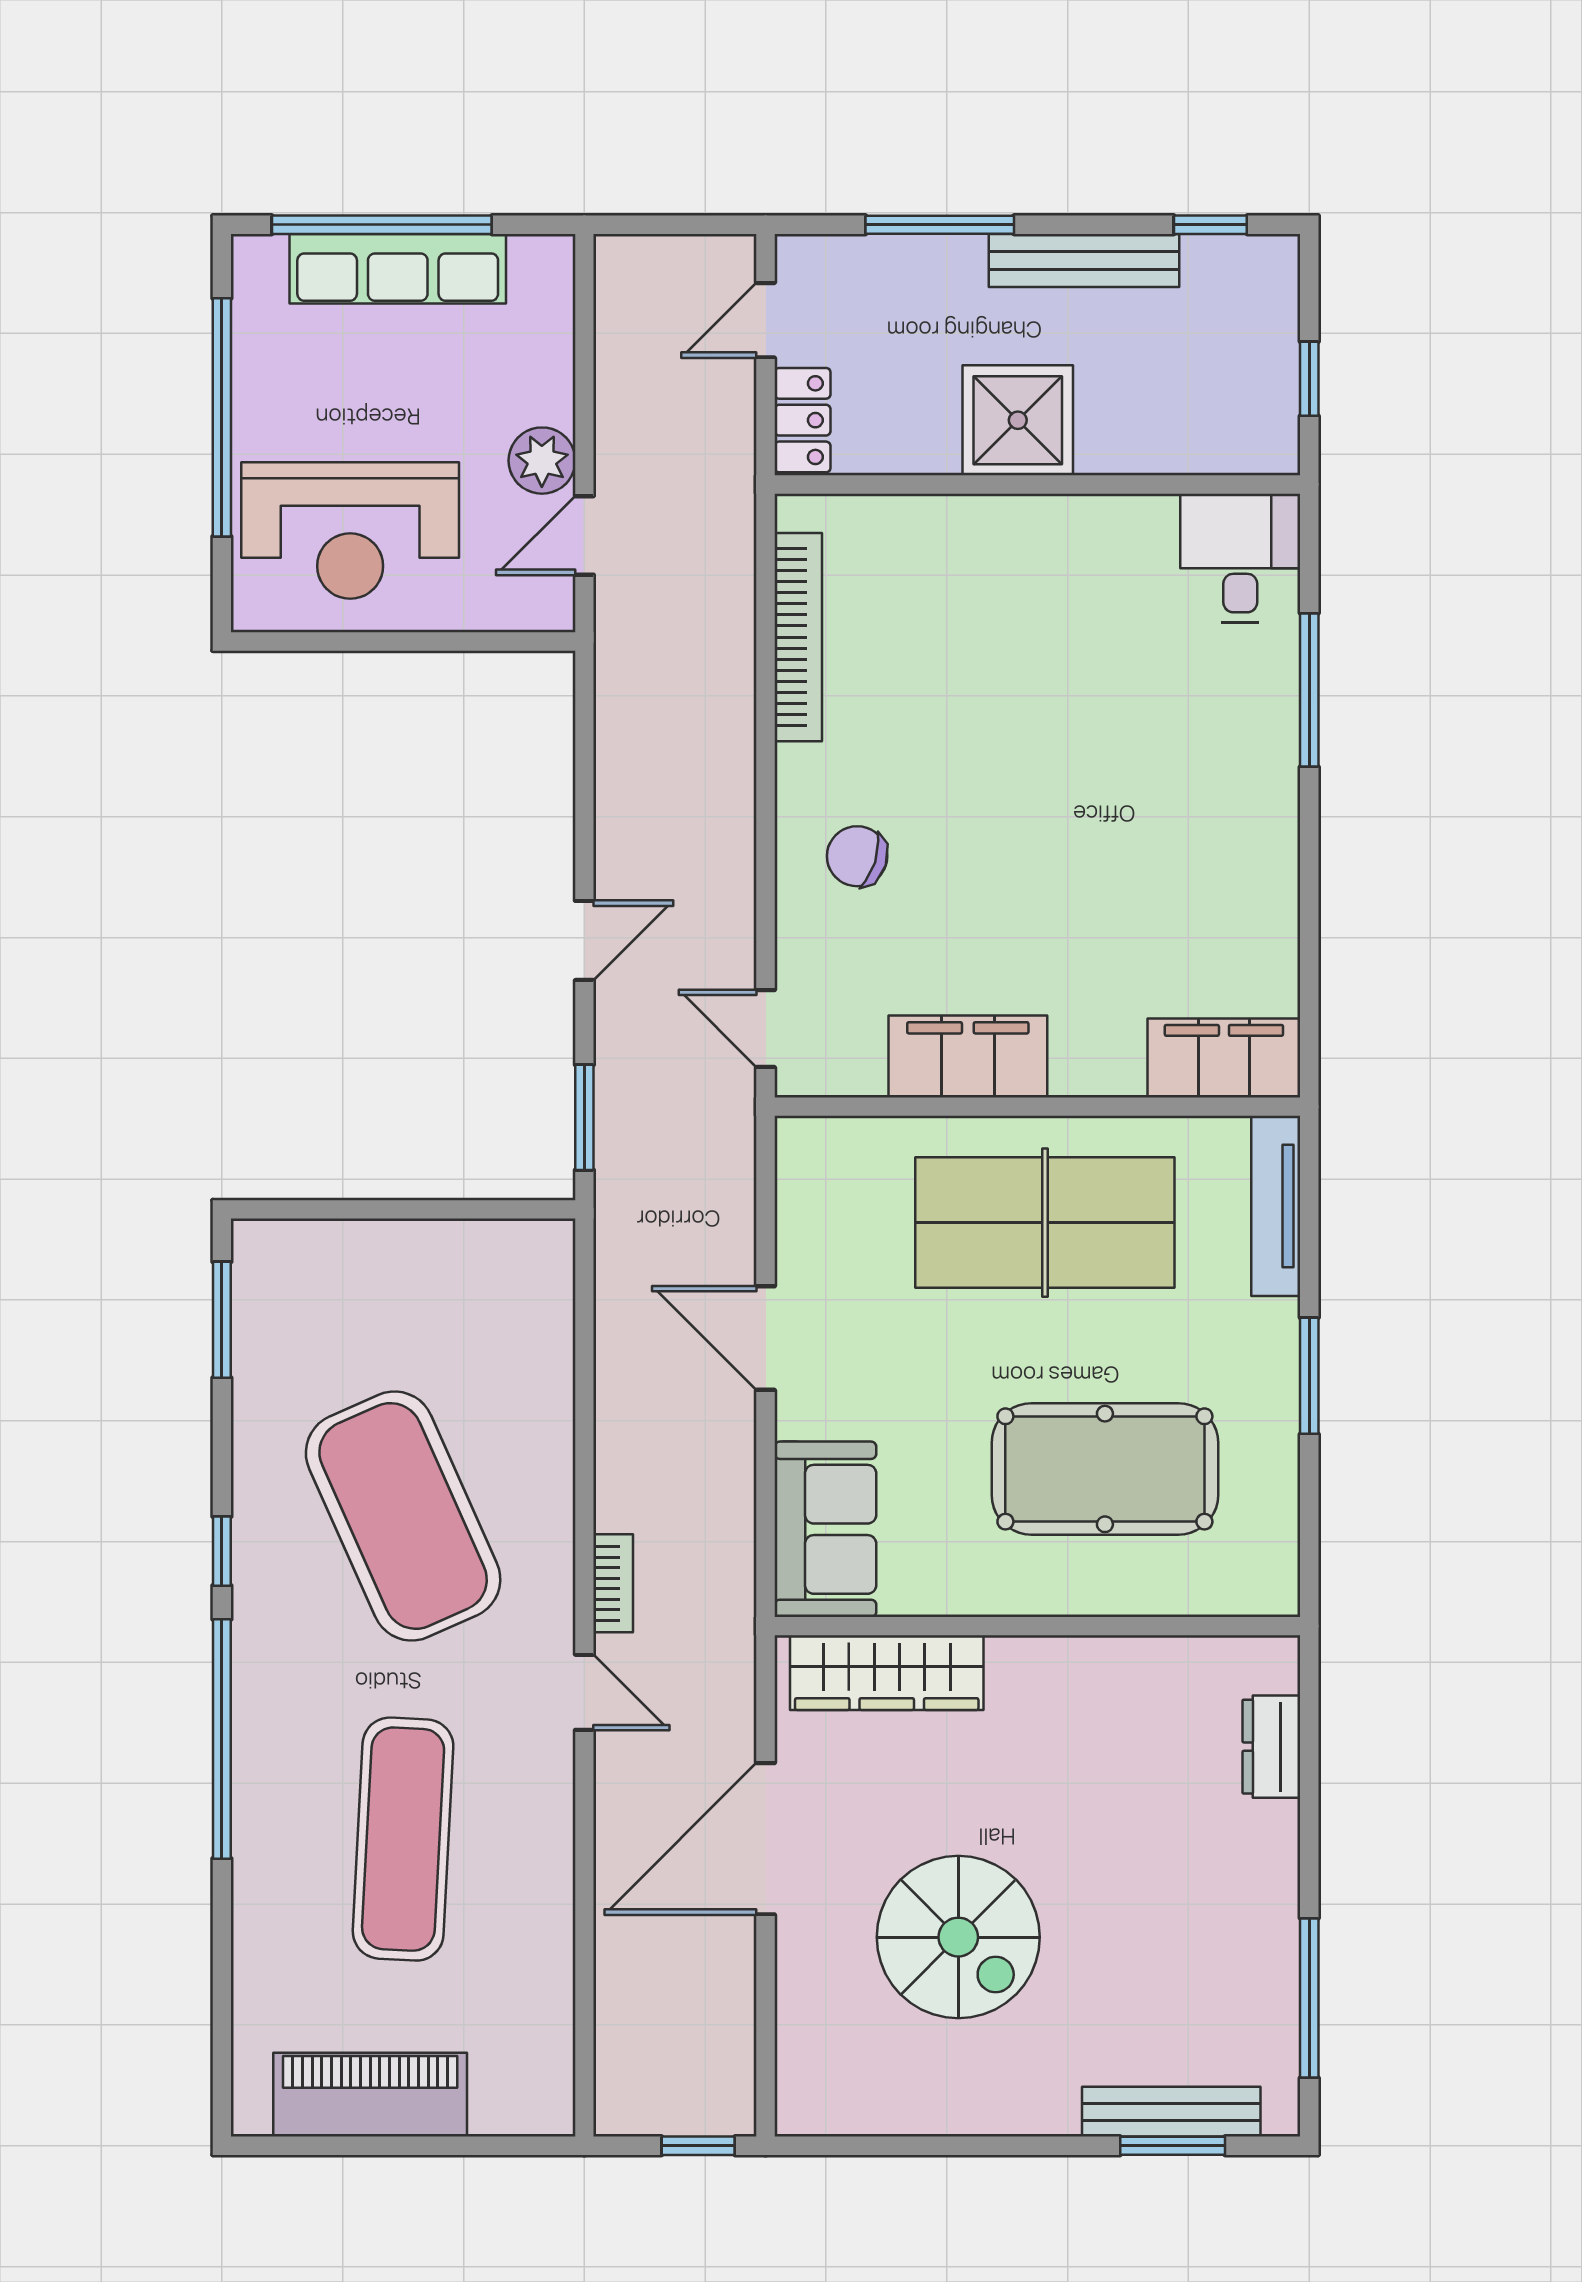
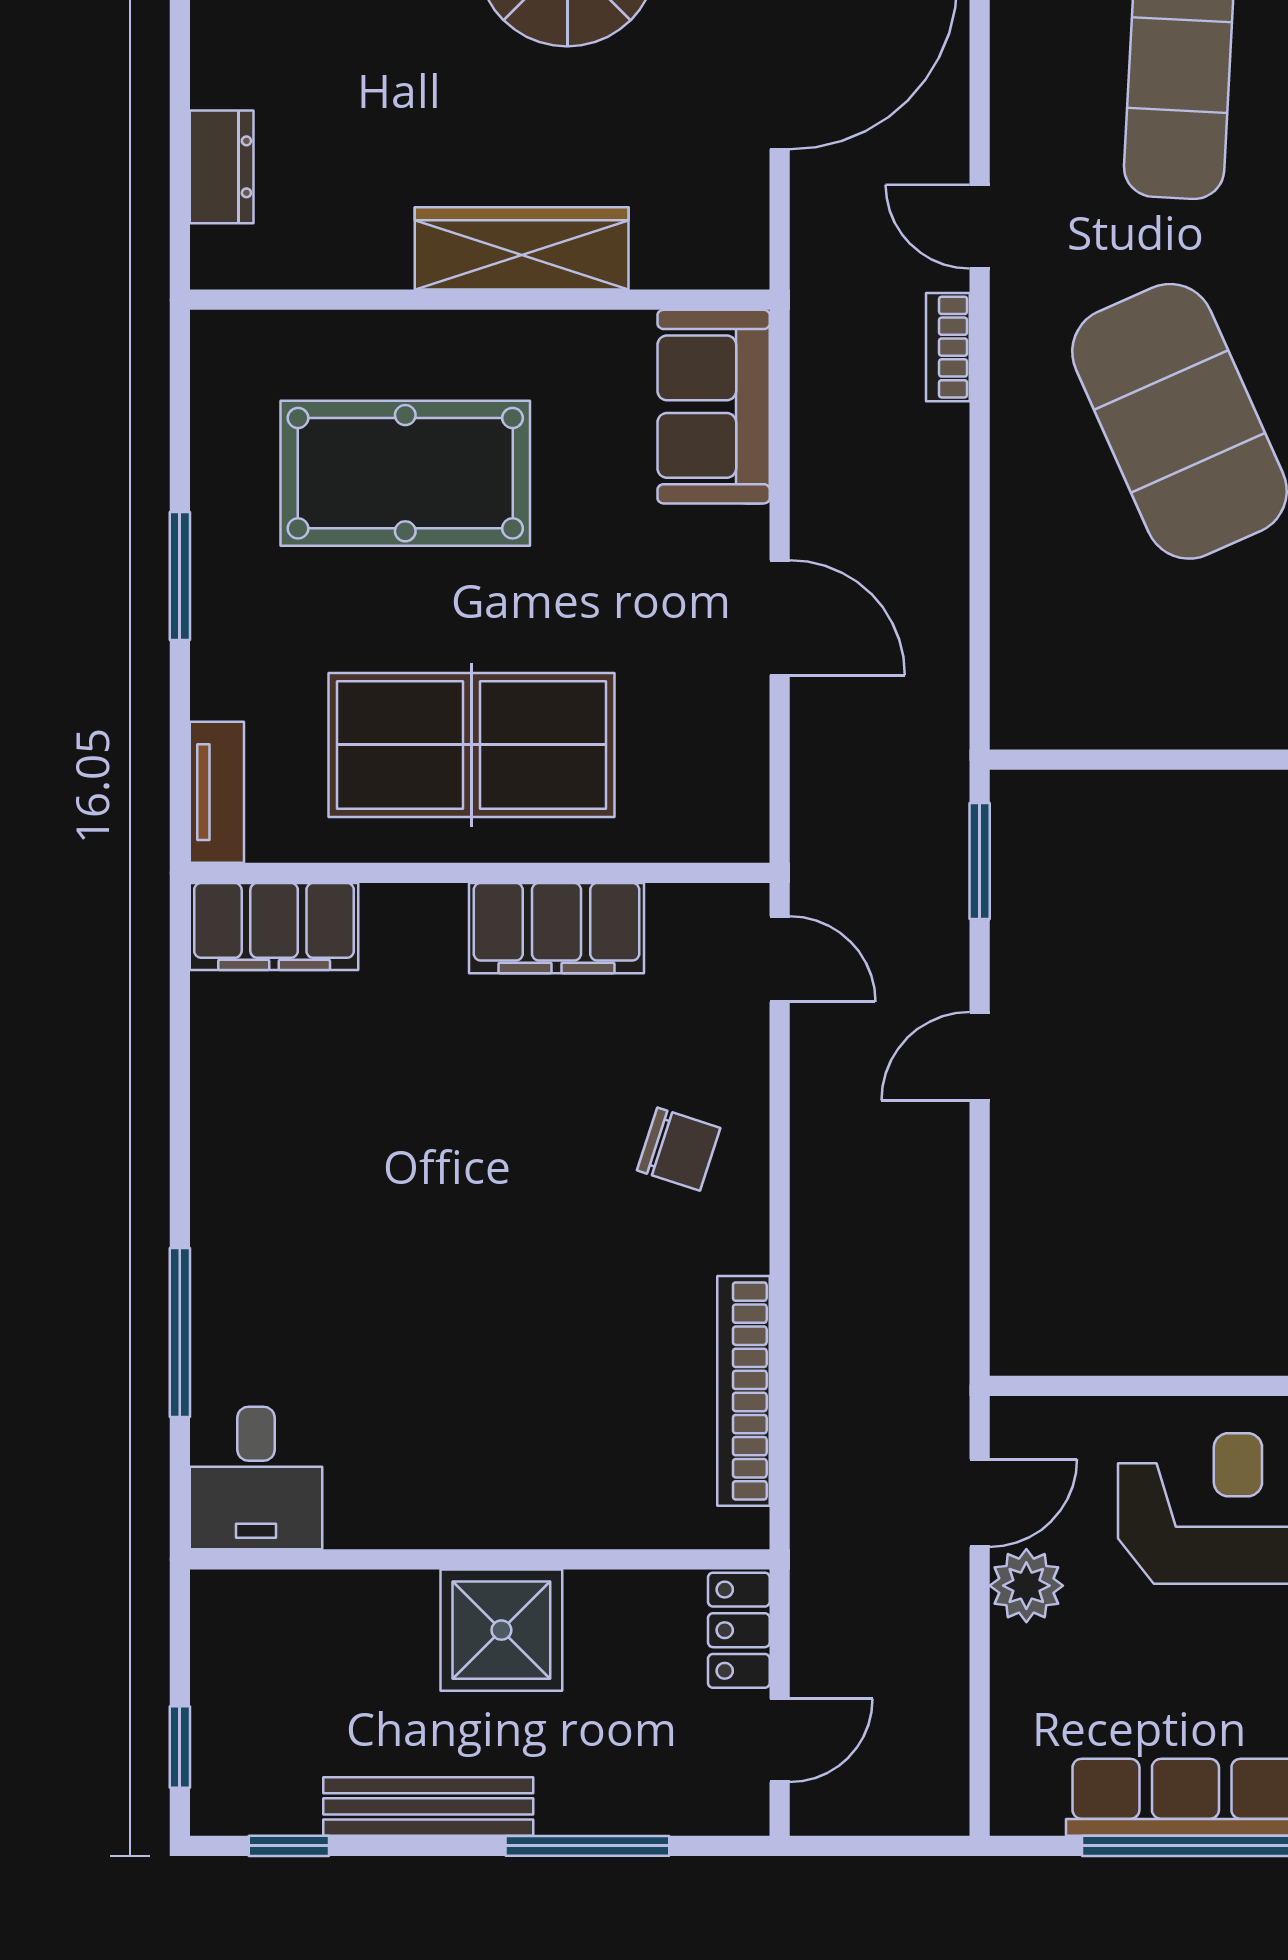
window: (1309, 379) -> (180, 1747), moved
tv unit: (1276, 1206) -> (217, 792), width x0.71
wardrobe: (887, 1673) -> (522, 248), moved

